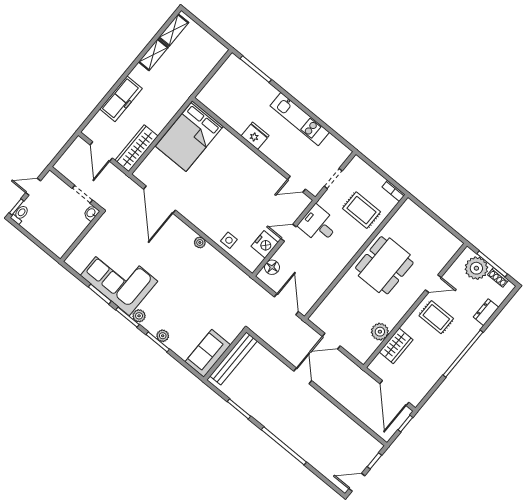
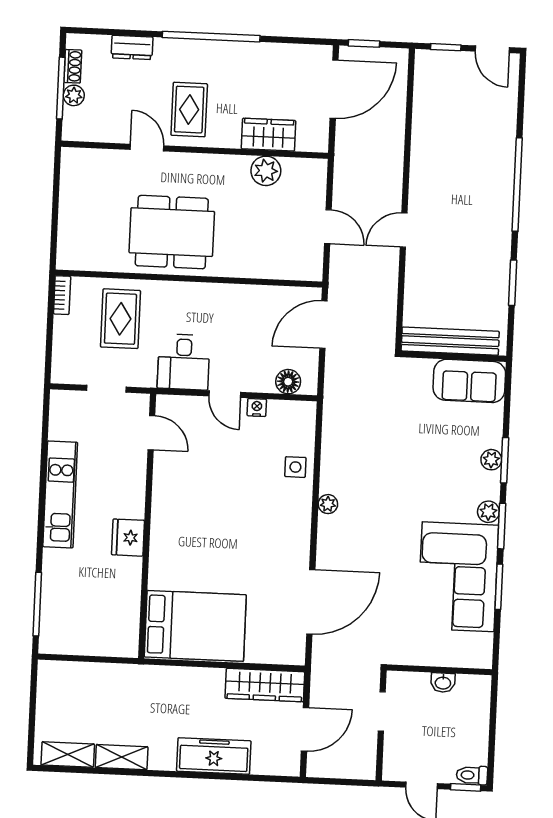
washbasin: (91, 213) -> (443, 683), moved
nightstand: (265, 244) -> (257, 407), width x0.53, depth x0.56
plant: (476, 268) -> (74, 95), width x0.53, depth x0.53

